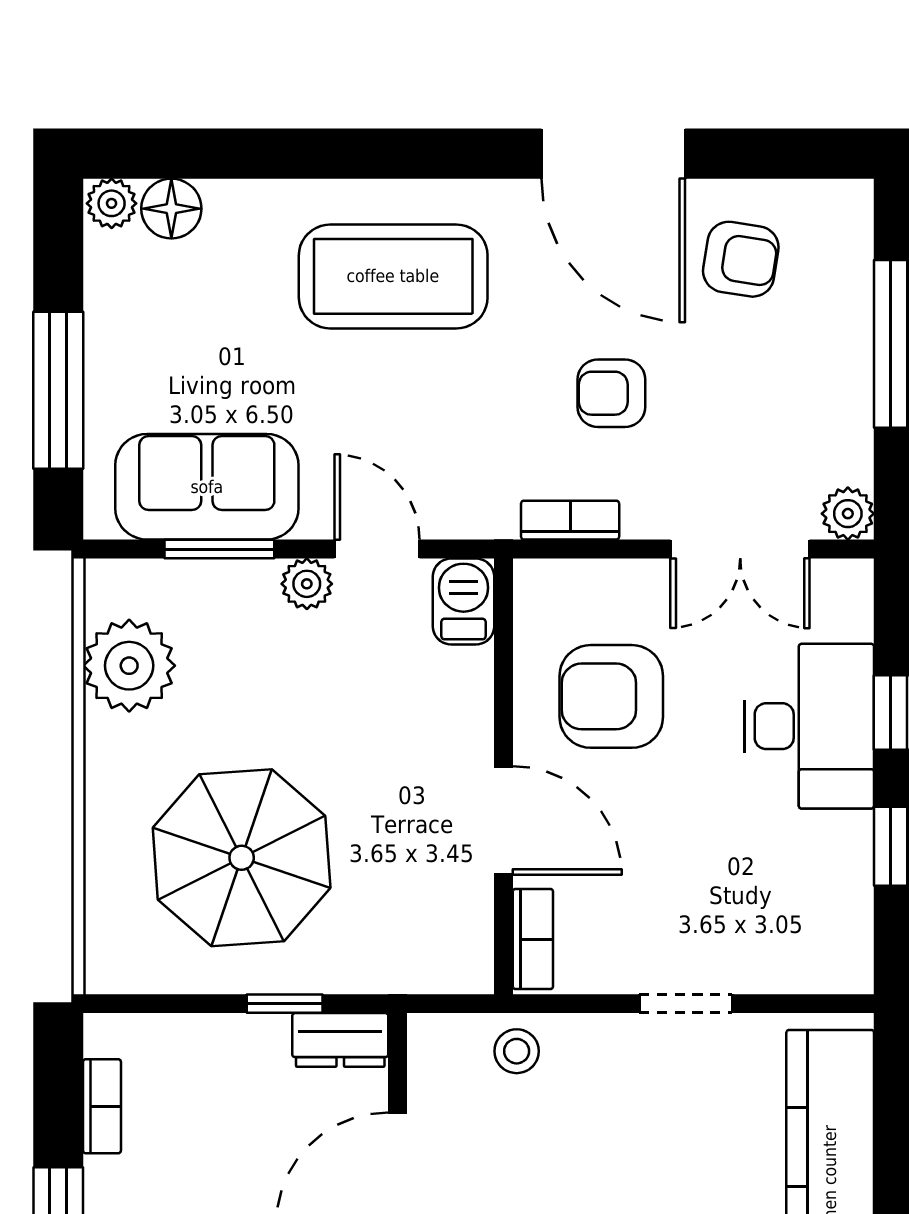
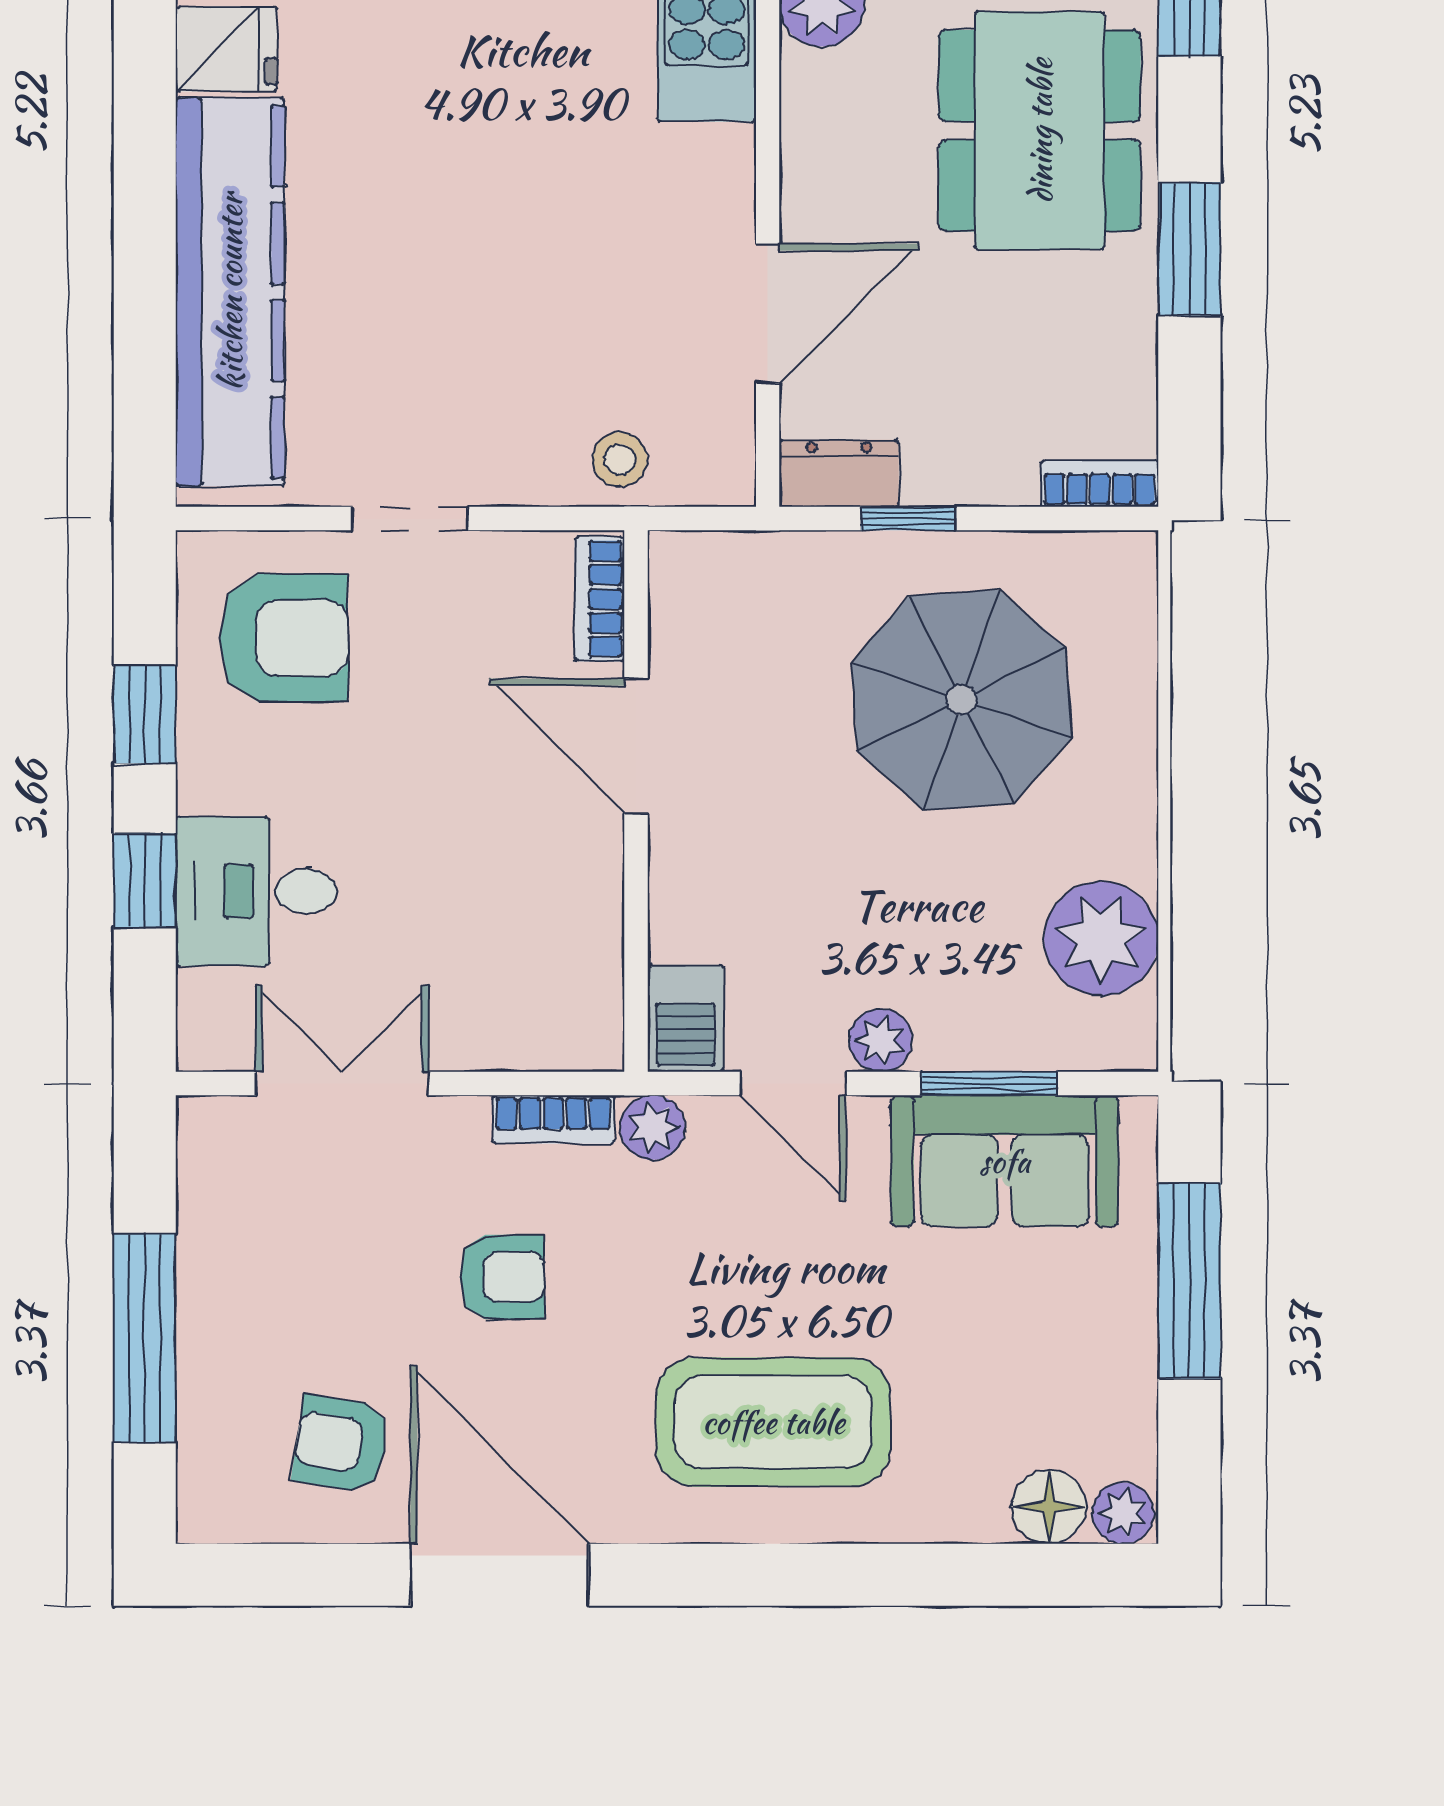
plant: (848, 514) -> (653, 1128), moved
armchair: (611, 696) -> (284, 638), moved
desk: (809, 726) -> (256, 891), width x0.73
bookcase: (102, 1106) -> (1100, 484), moved, turned 90

